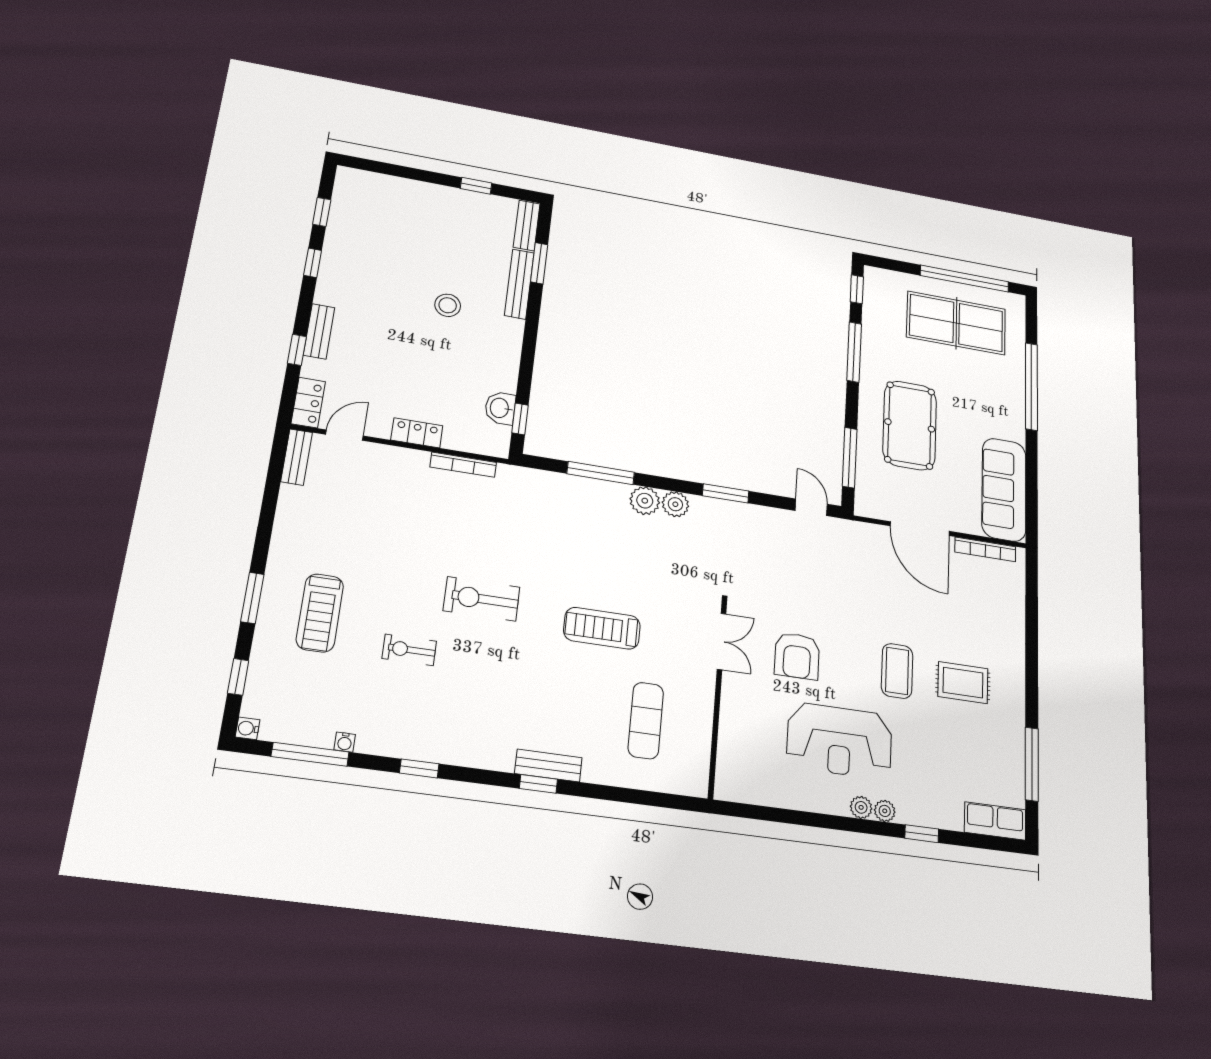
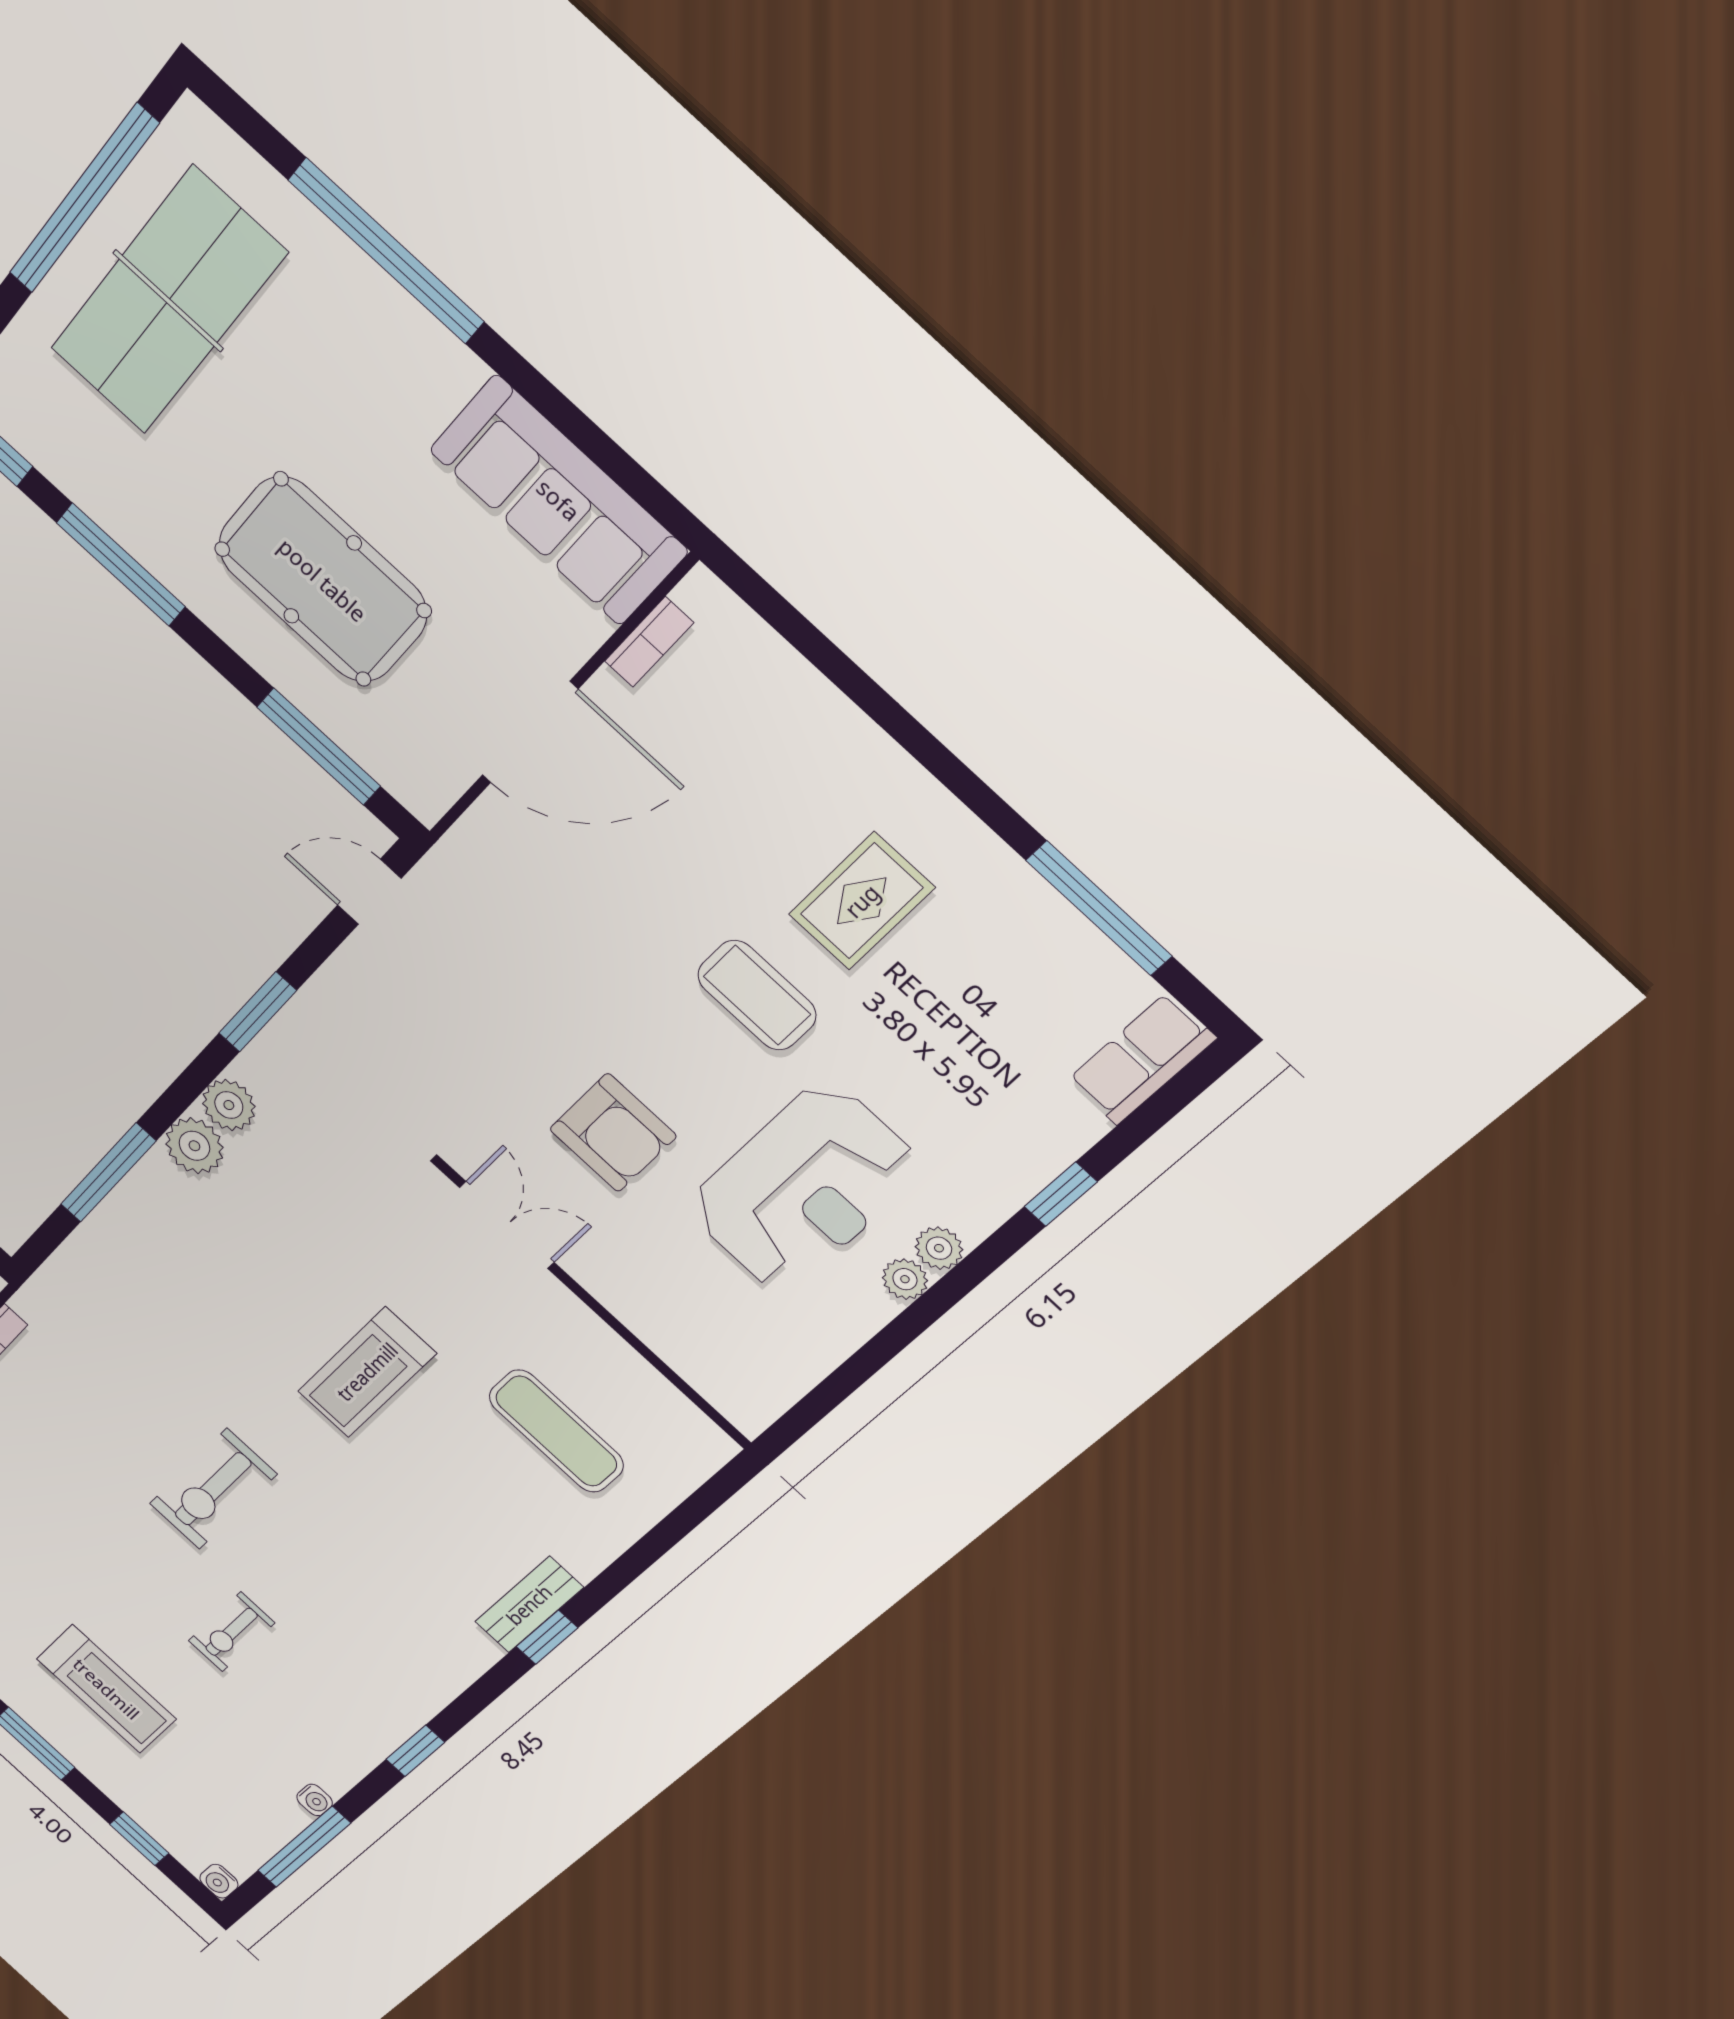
bookcase: (985, 549) -> (649, 642), width x0.64
plant: (885, 811) -> (905, 1279), moved

